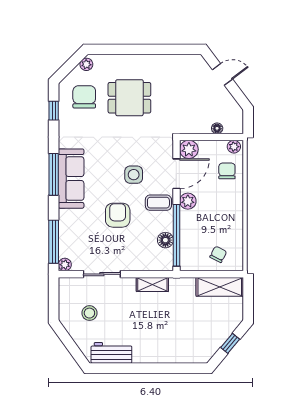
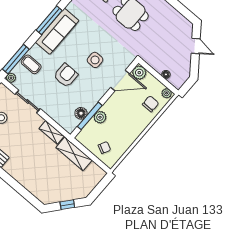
plant: (188, 201) -> (100, 117), moved
coffee table: (158, 203) -> (31, 64), moved
window: (176, 235) -> (90, 116), width x0.68
shelving: (220, 287) -> (74, 154), moved

